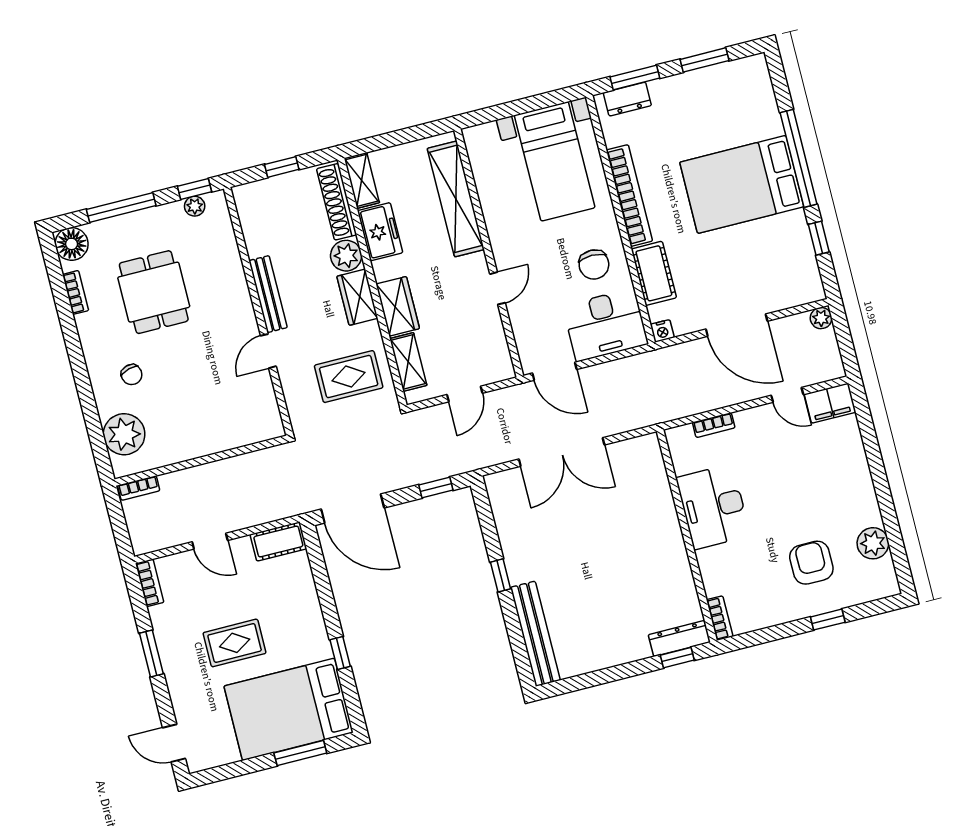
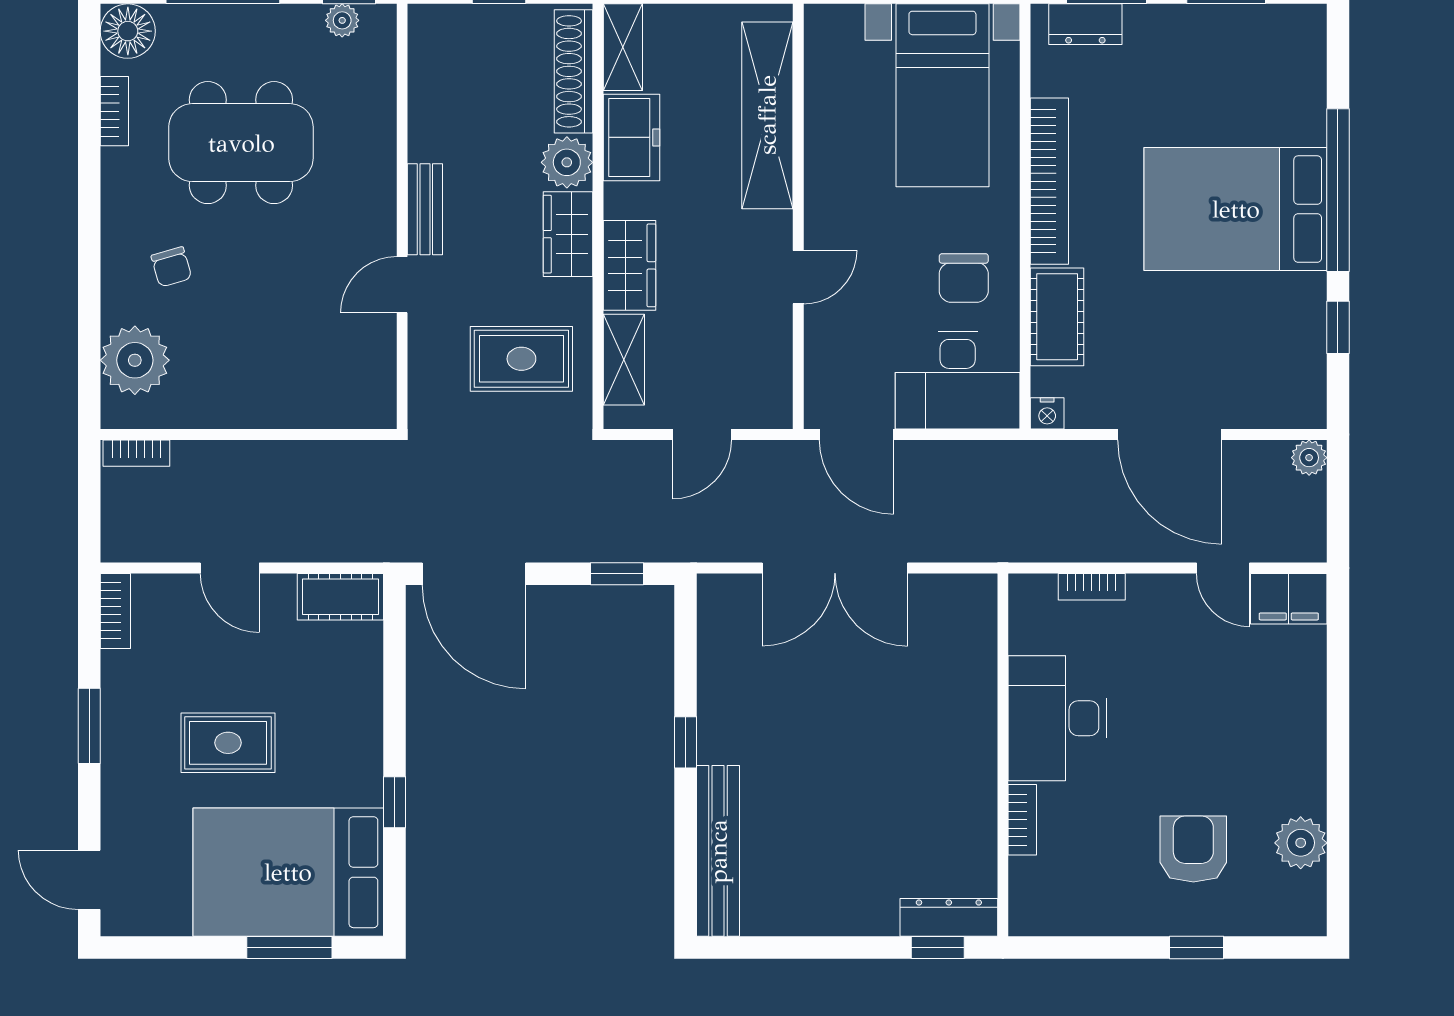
dining table: (154, 292) -> (241, 143), width x1.38
bench: (268, 294) -> (425, 209), width x0.73
bookcase: (720, 618) -> (1022, 820), moved

